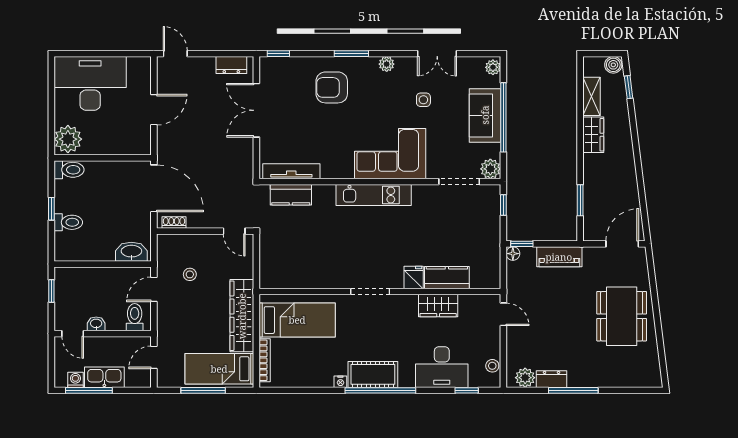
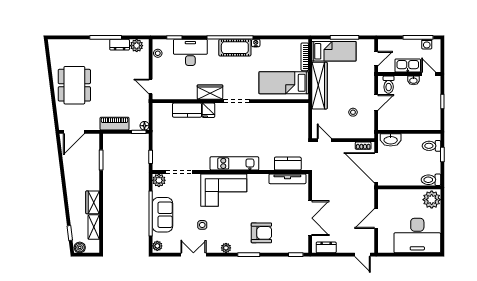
washbasin: (131, 252) -> (391, 140), moved
wall: (103, 264) -> (409, 132), moved
wardrobe: (438, 306) -> (210, 92), moved
kitchen sink: (104, 377) -> (408, 66), moved, turned 180

